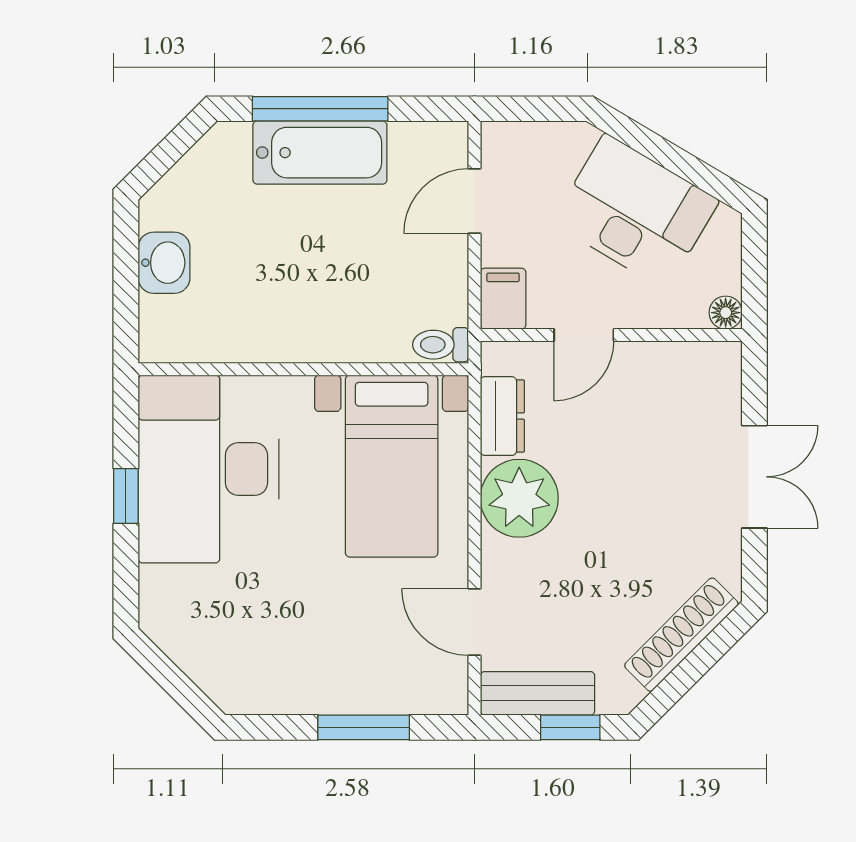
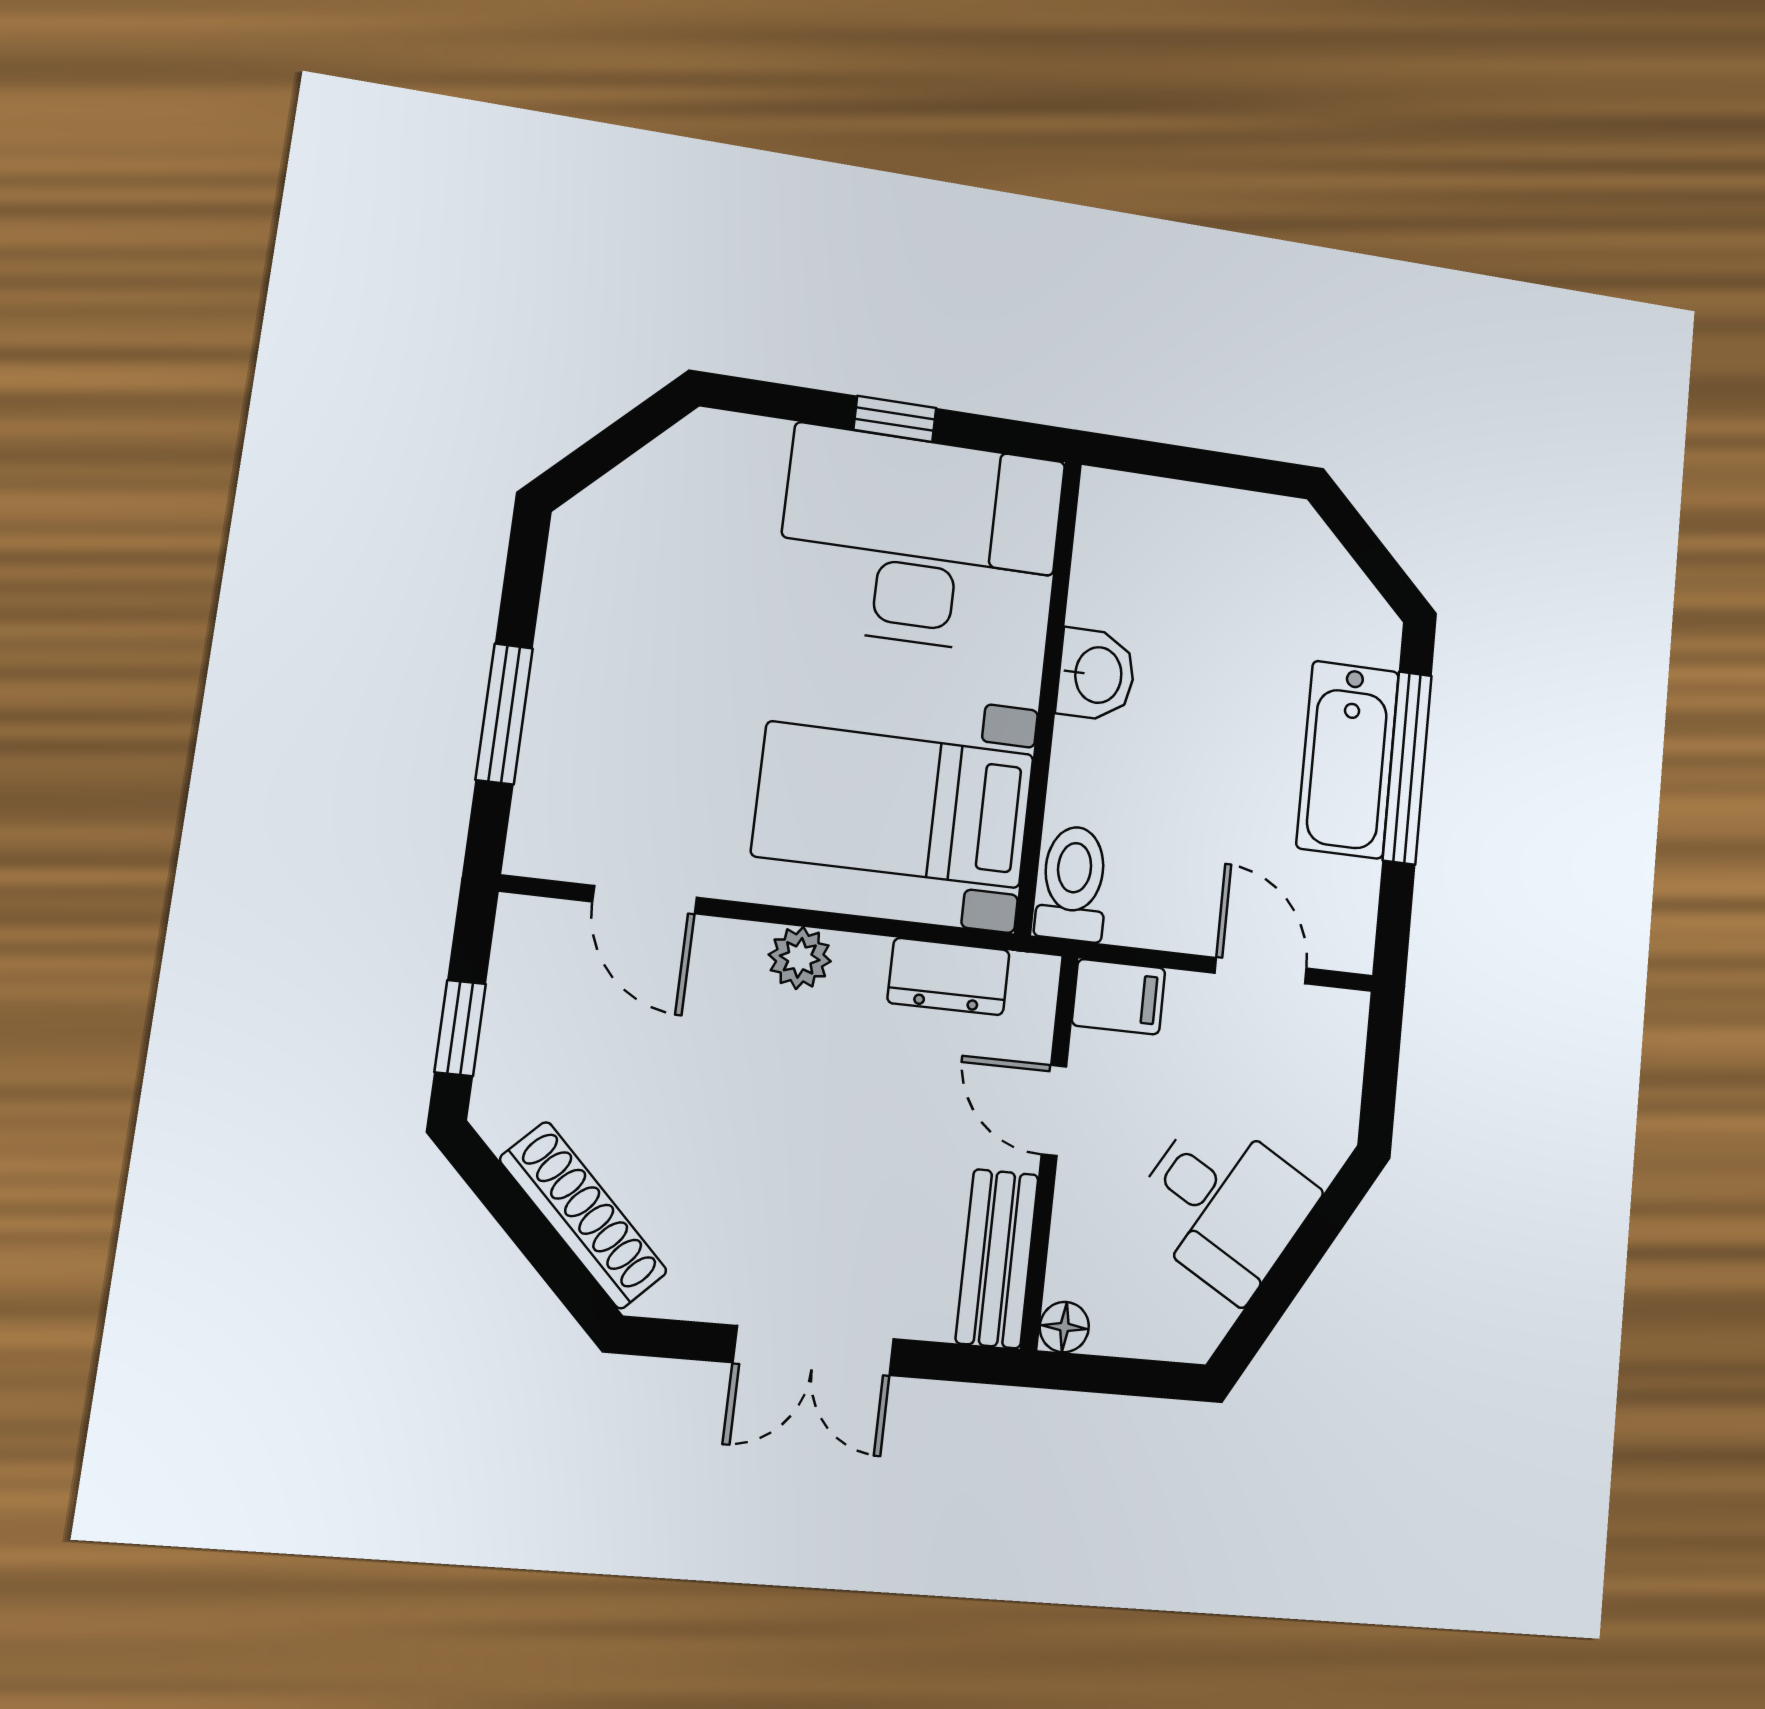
desk: (635, 212) -> (1223, 1205), width x0.73
washbasin: (164, 263) -> (1096, 675), moved, turned -90
toilet: (441, 345) -> (1073, 883), width x1.37, depth x1.39
plant: (519, 498) -> (800, 958), width x0.53, depth x0.53
door: (474, 622) -> (645, 900), swing flipped
bench: (537, 693) -> (997, 1259), moved

